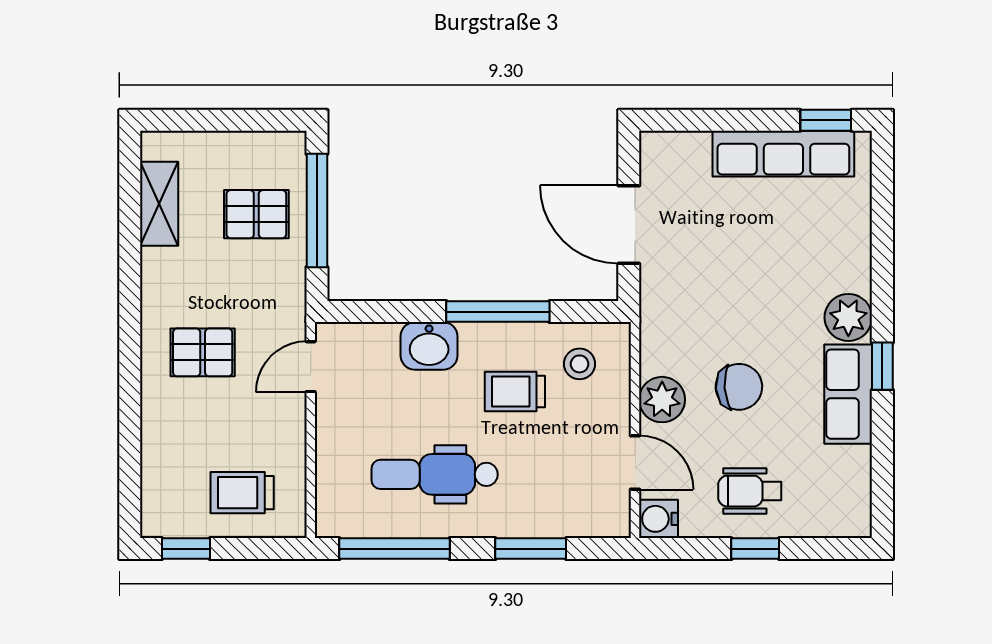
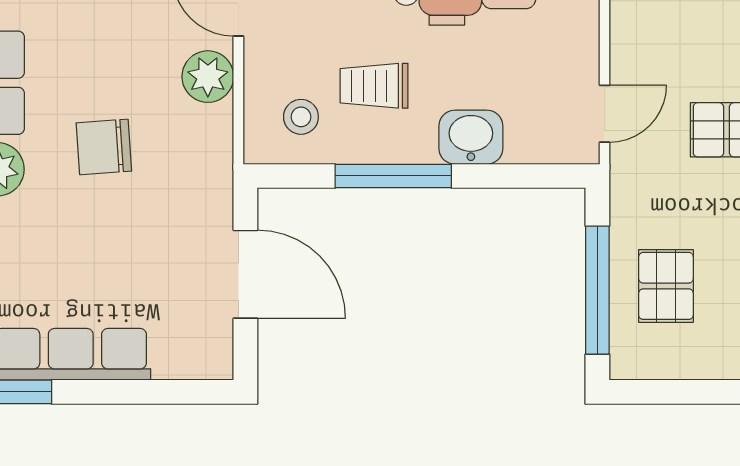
pallet: (256, 214) -> (666, 286), turned 90
chair: (739, 387) -> (104, 147), moved
trolley: (515, 391) -> (374, 86), turned 180

